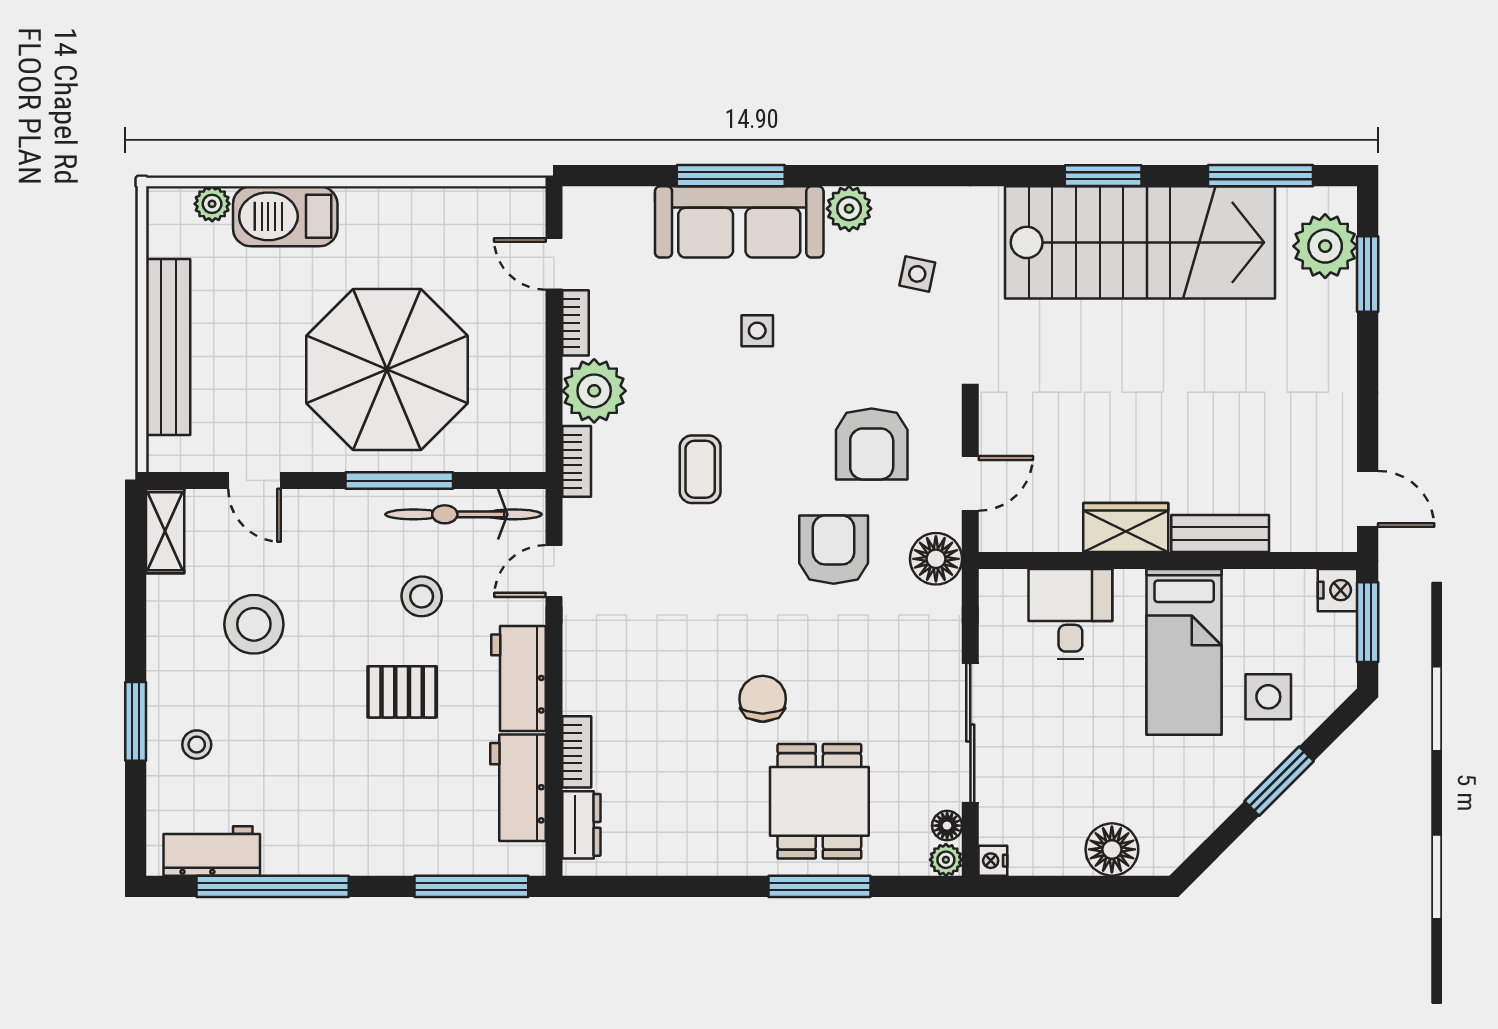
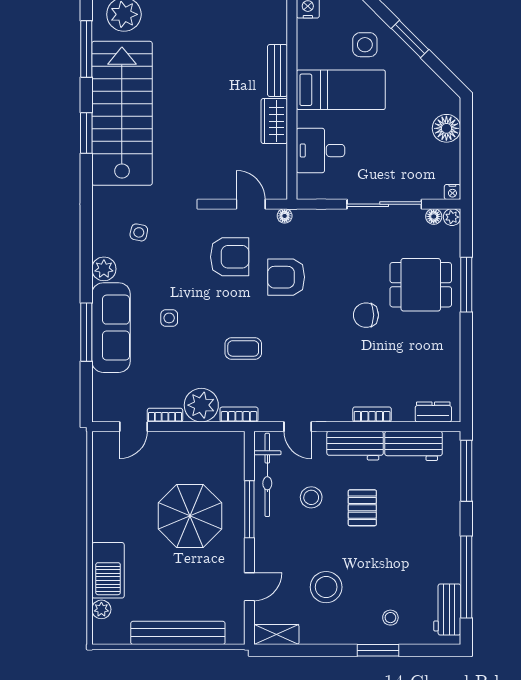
parasol: (387, 370) -> (190, 516), width x0.73, depth x0.73
floor lamp: (936, 559) -> (285, 216), width x0.53, depth x0.53
bookcase: (577, 752) -> (372, 414), moved

